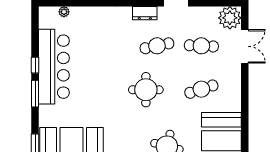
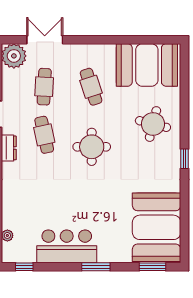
window: (35, 65) -> (24, 267), moved
bar counter: (54, 67) -> (67, 246), width x0.73

